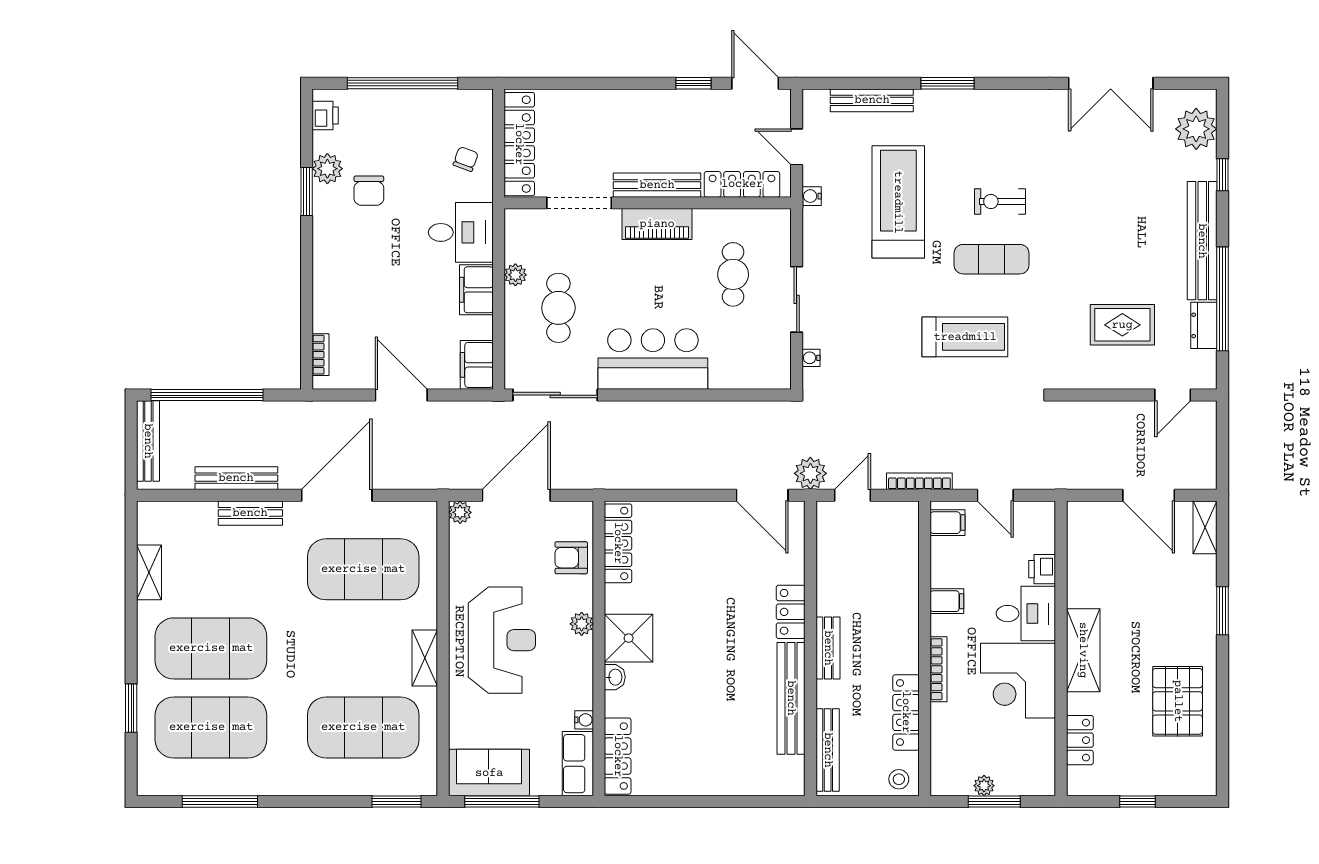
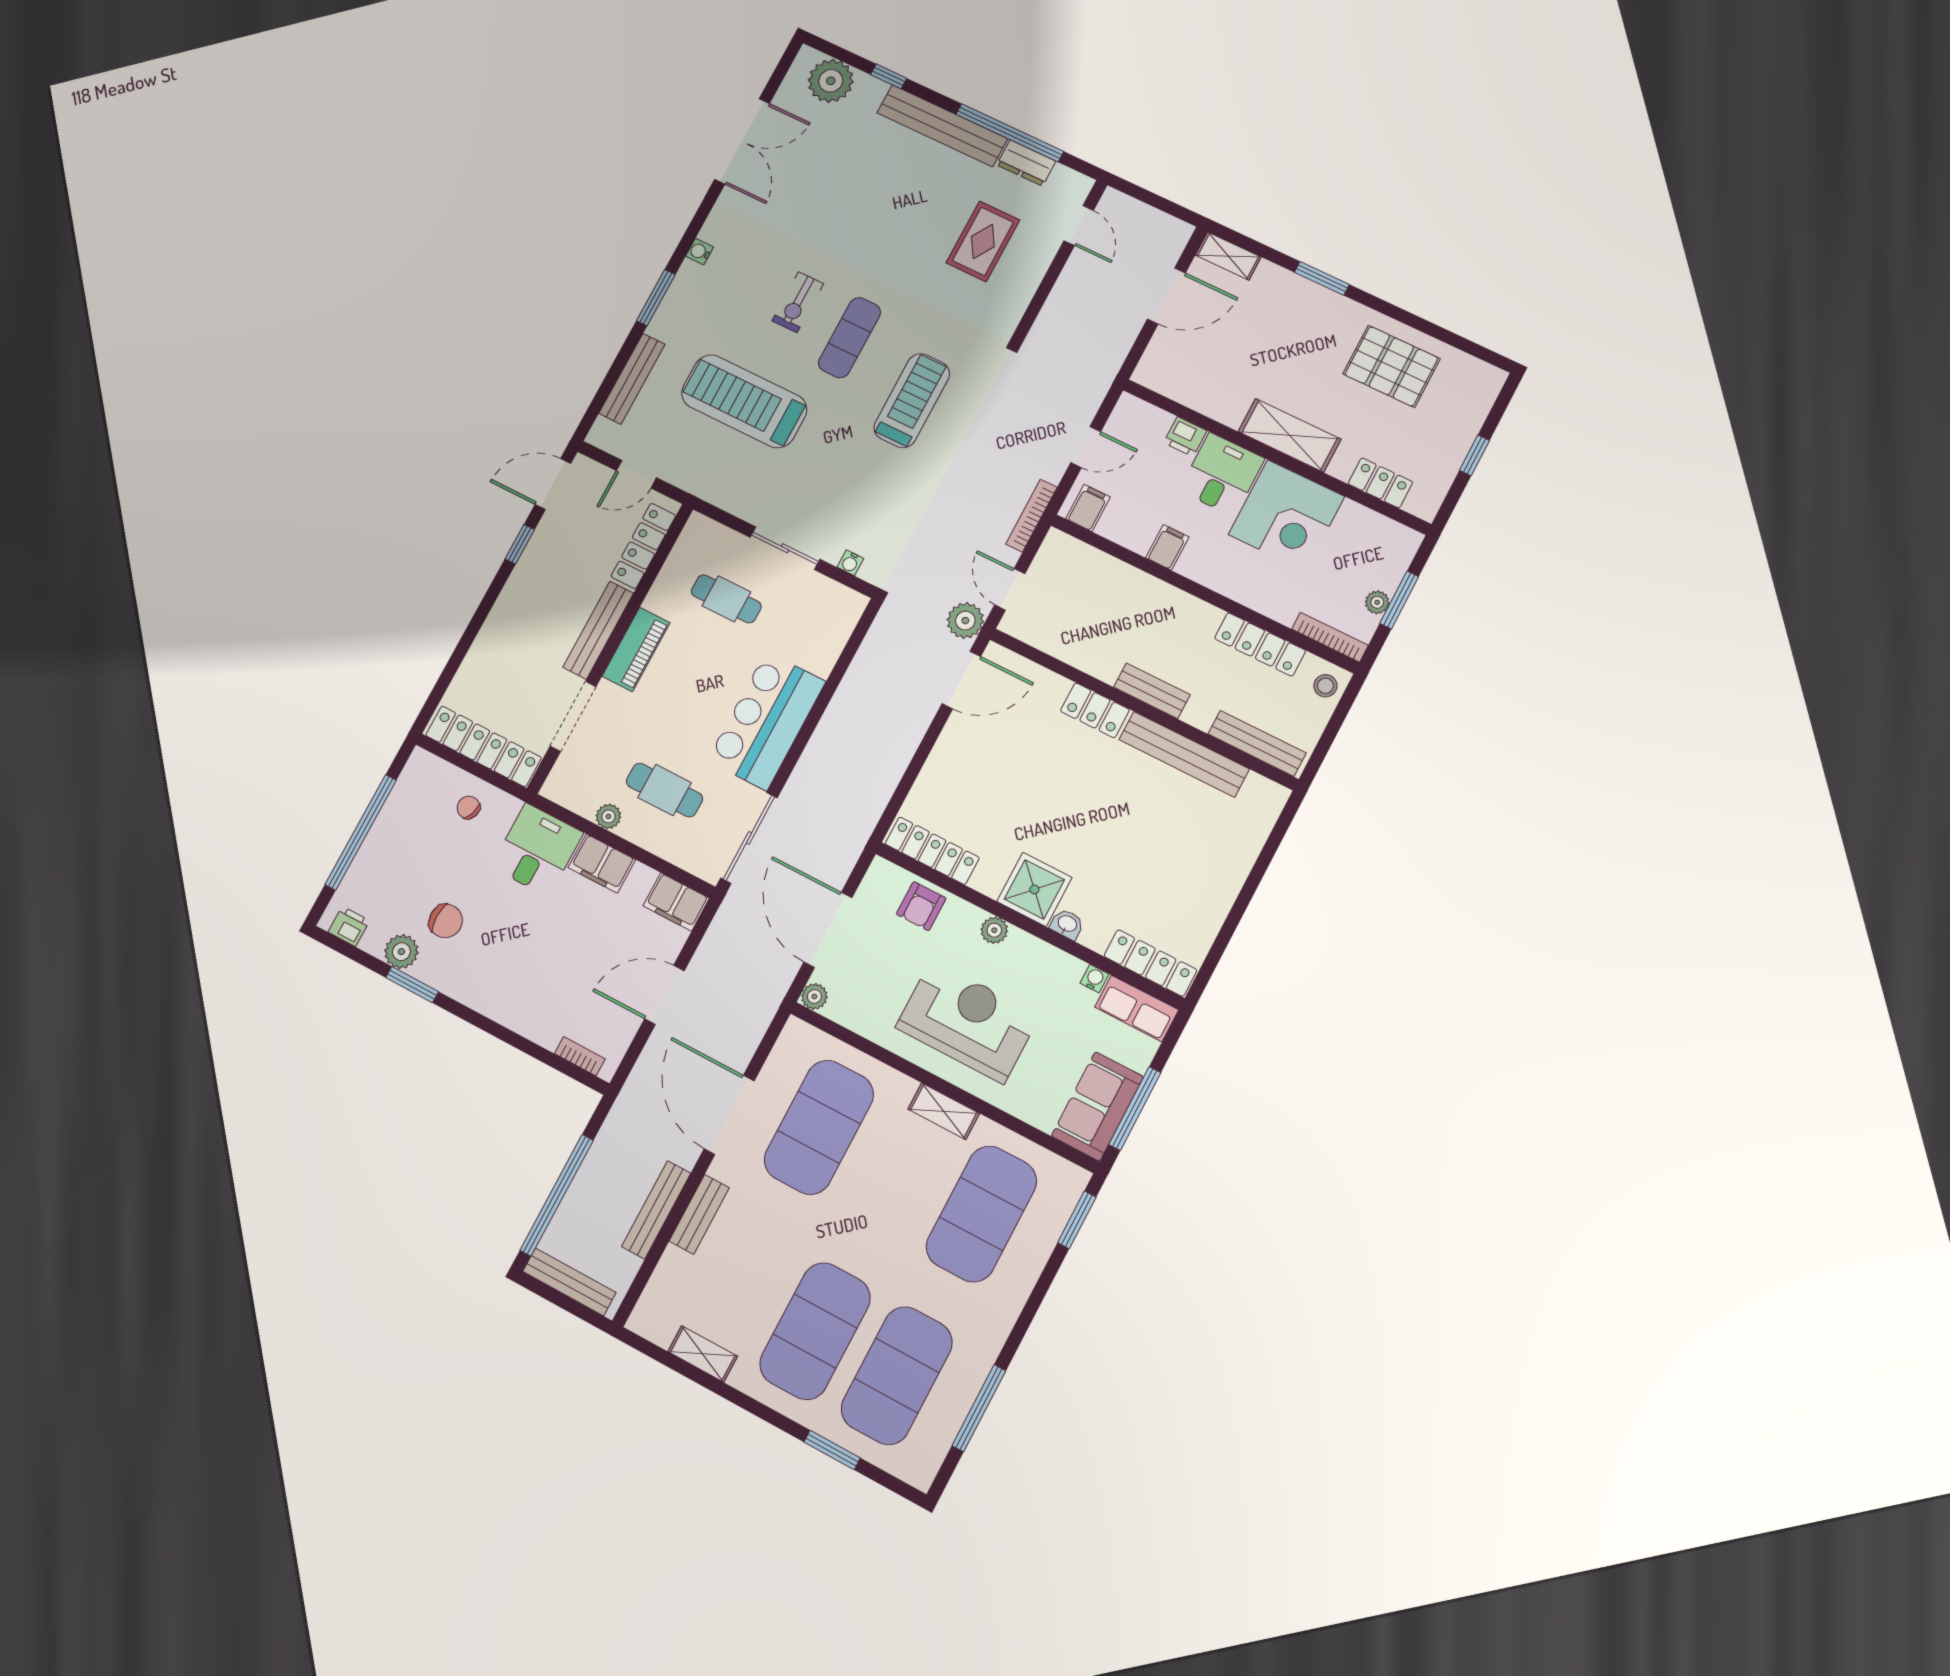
water cooler: (812, 196) -> (700, 252), moved, turned 90
bookcase: (939, 669) -> (1330, 637), moved

